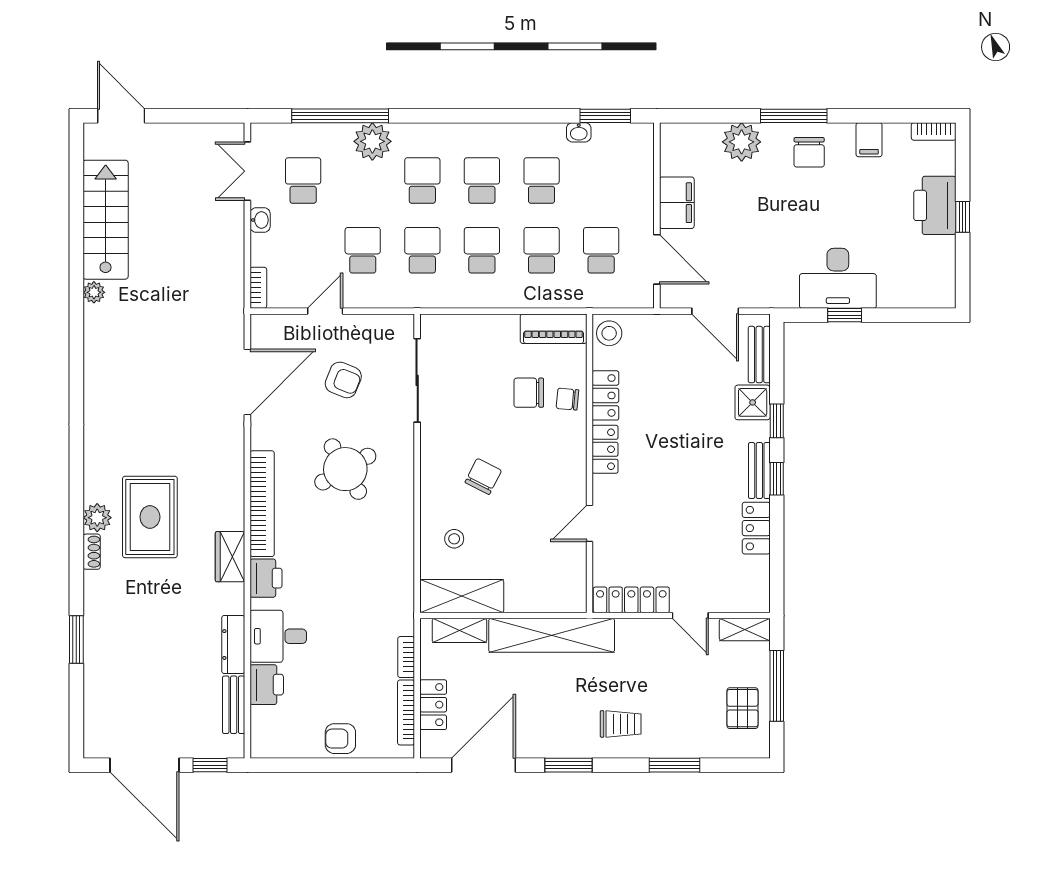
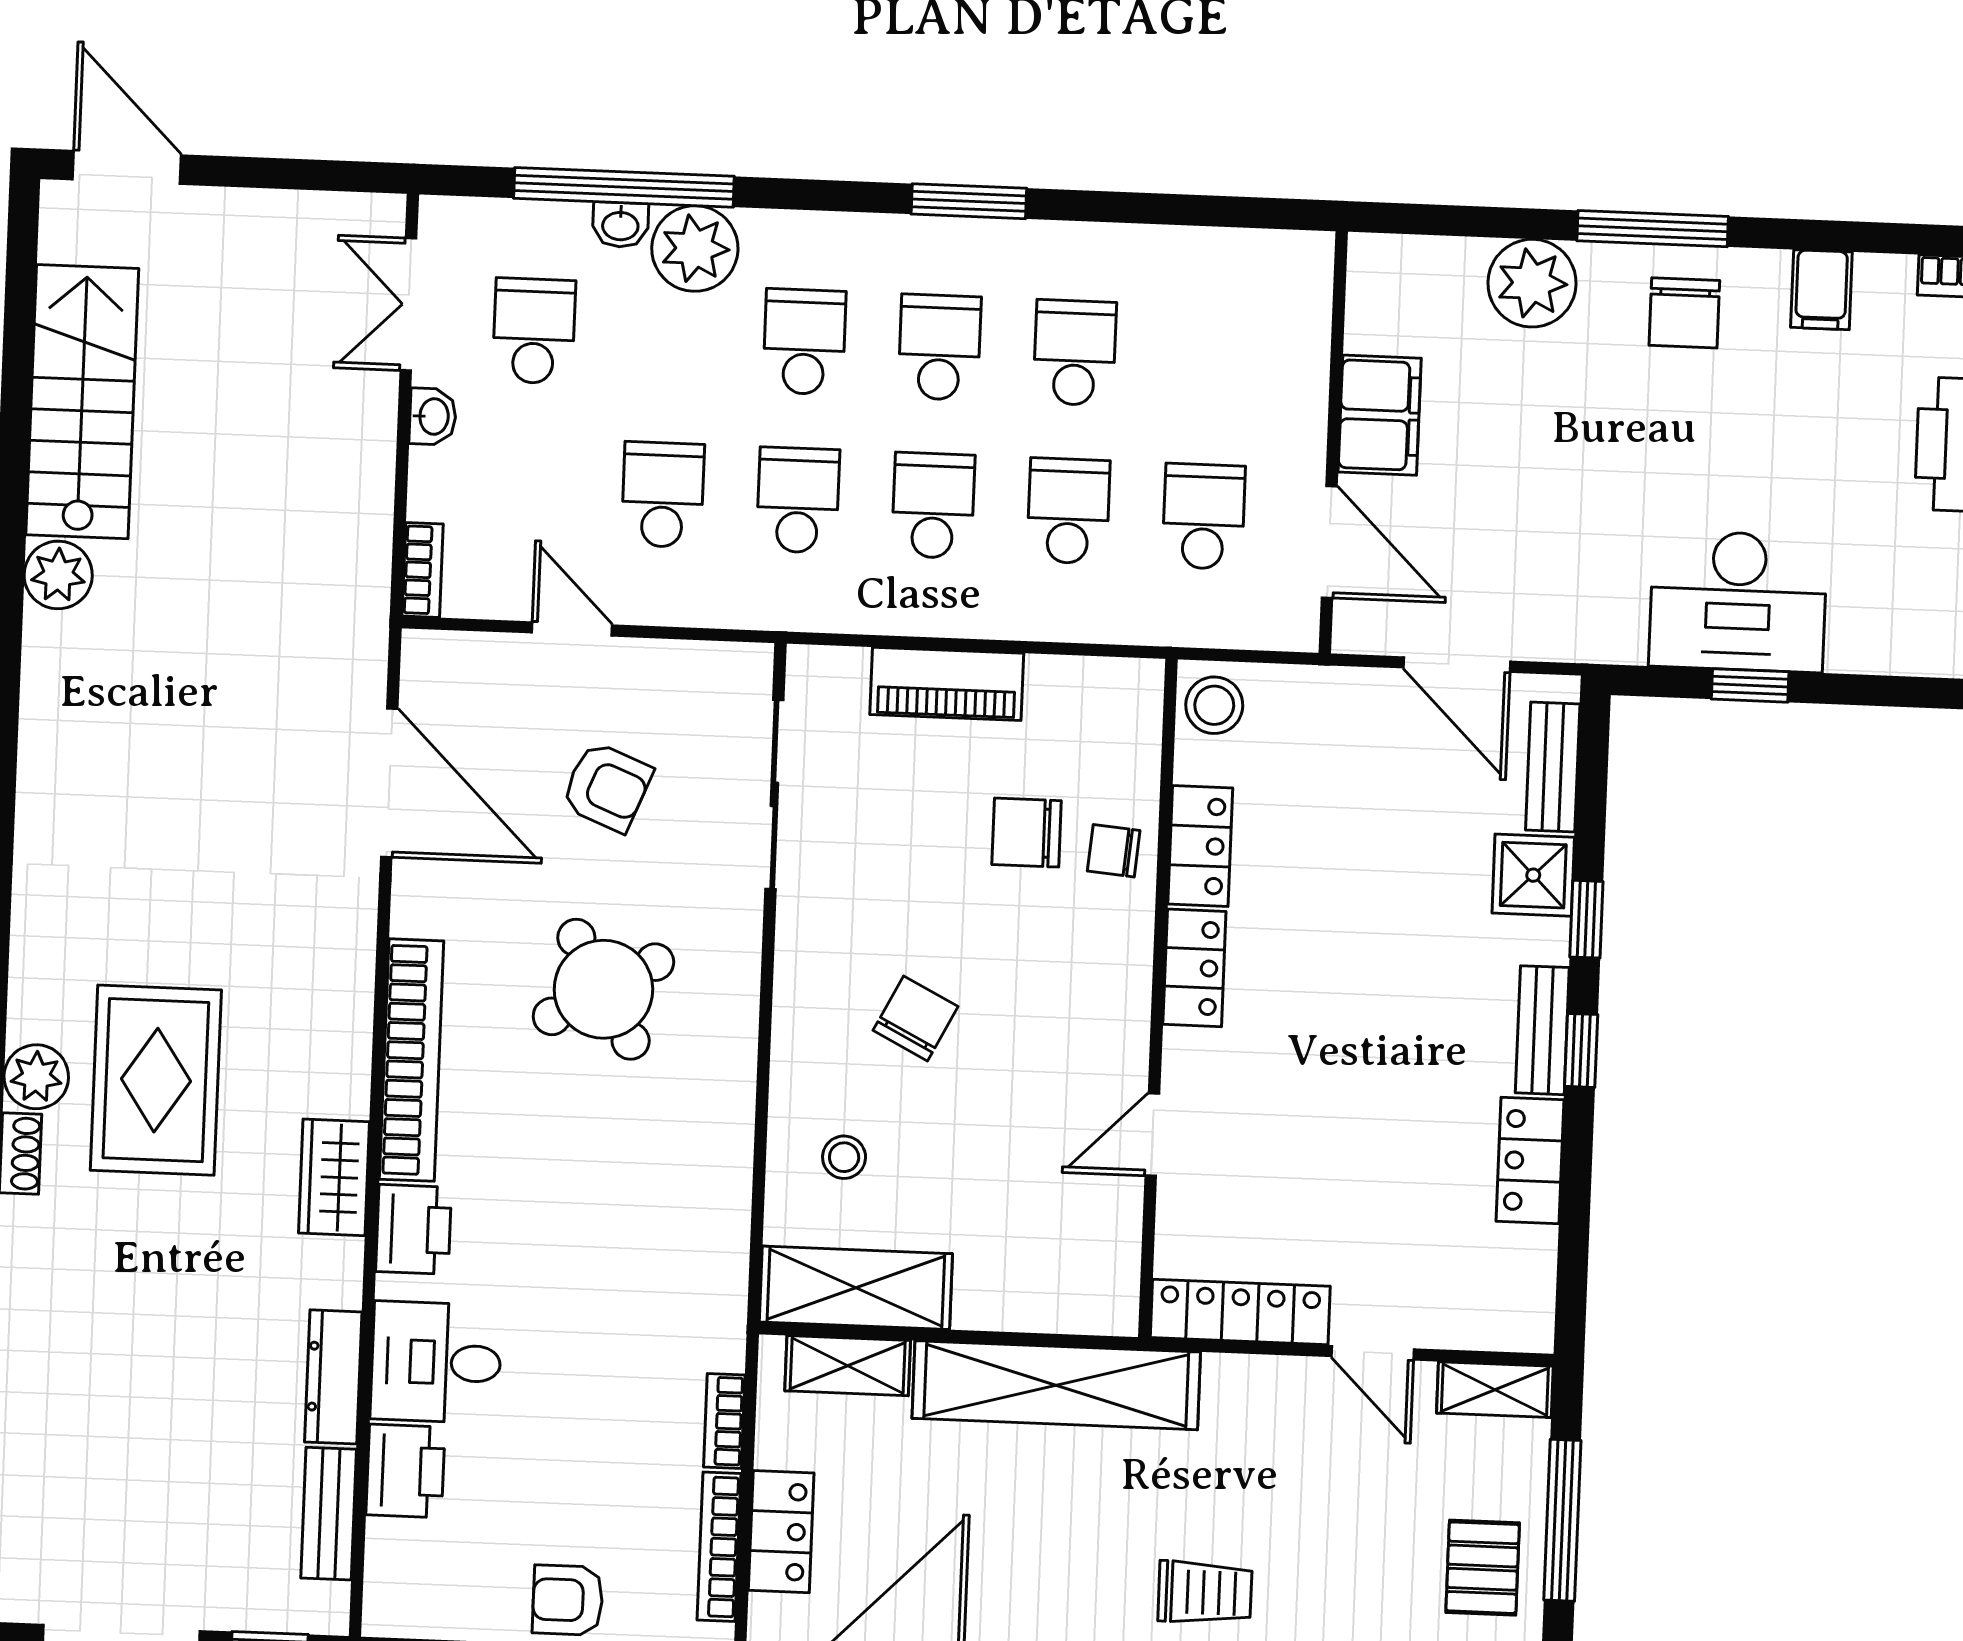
window: (605, 116) -> (969, 201), moved
washbasin: (579, 132) -> (620, 225), moved
plant: (94, 292) -> (58, 575), width x1.38, depth x1.38
door: (325, 311) -> (572, 629), hinge flipped
piano: (554, 329) -> (947, 684), moved
door: (247, 382) -> (389, 783), hinge flipped

